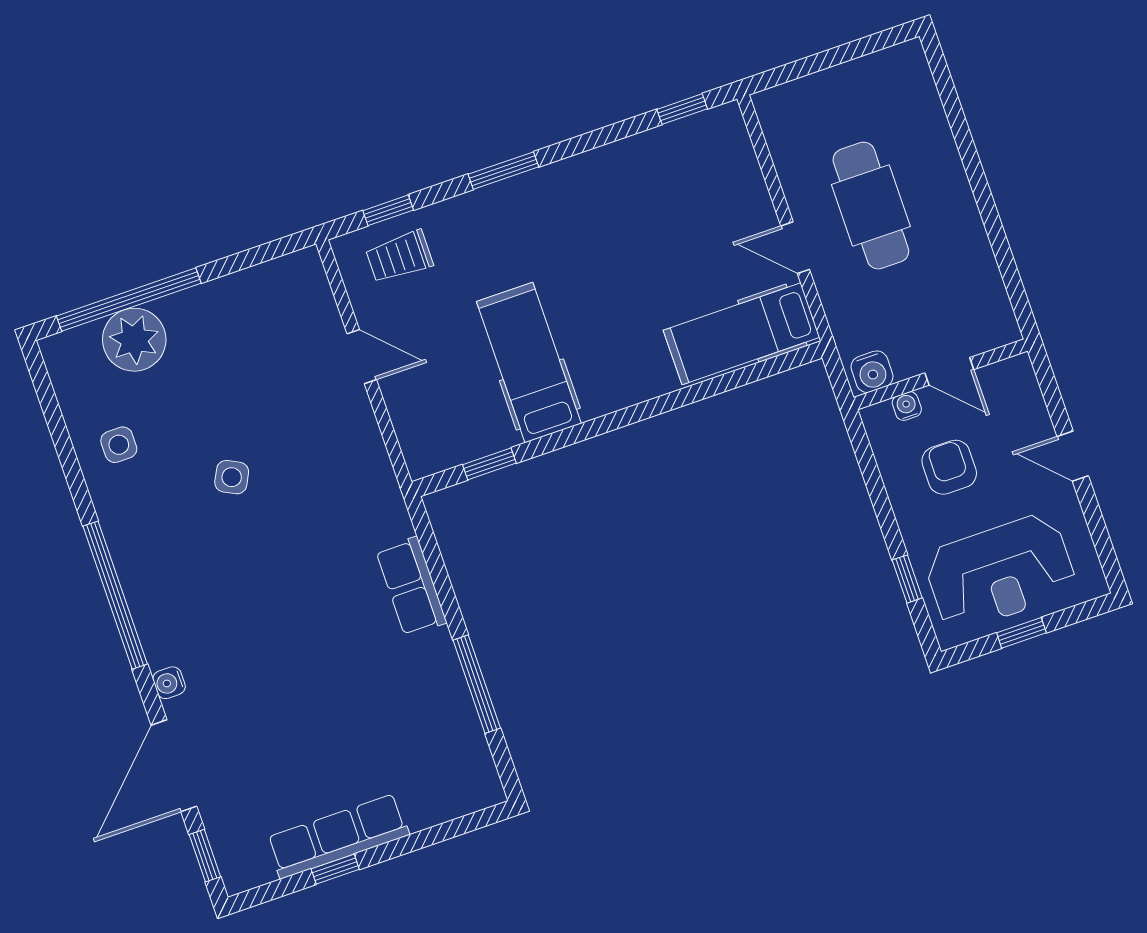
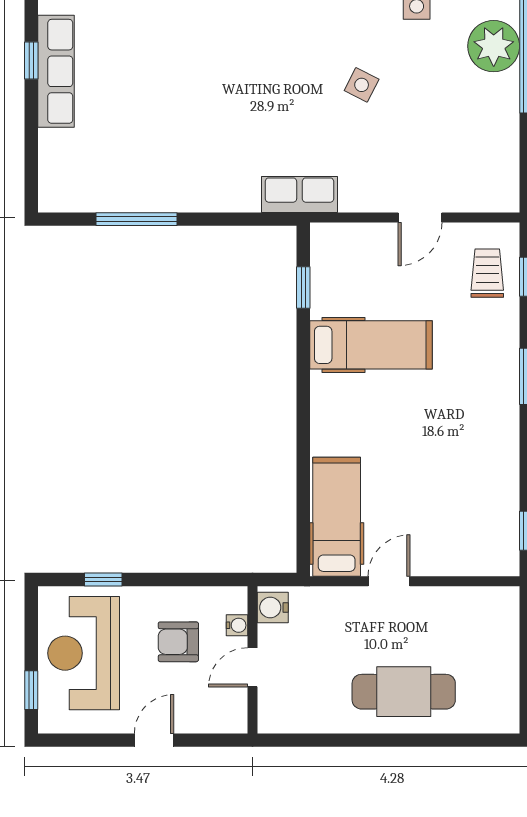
cafe table: (871, 206) -> (404, 692), moved
armchair: (949, 467) -> (178, 642), turned 180
row of seats: (411, 587) -> (299, 194), moved
window: (1021, 633) -> (31, 690), moved

